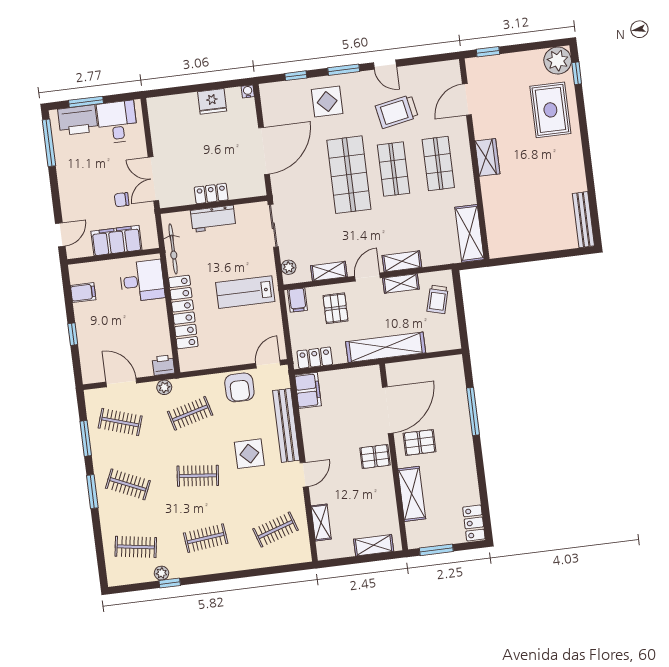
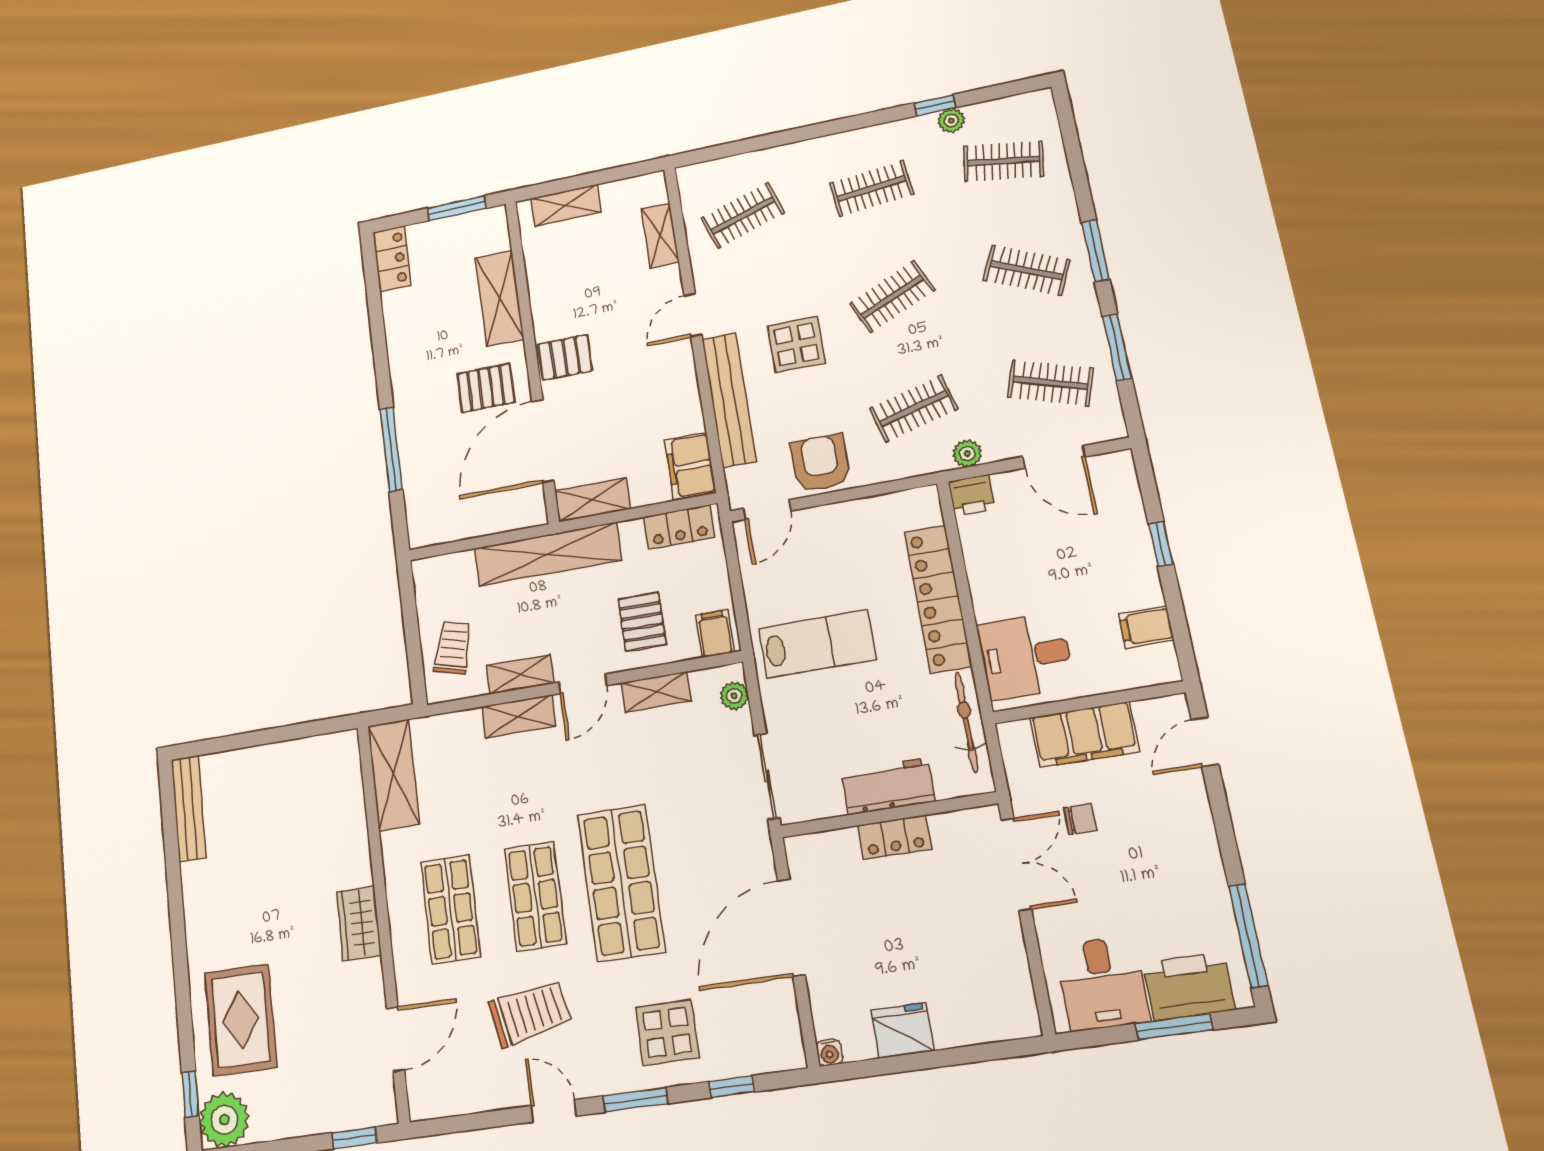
shelving: (361, 376) -> (592, 500), added
clothes rail: (198, 476) -> (892, 297), turned -30

